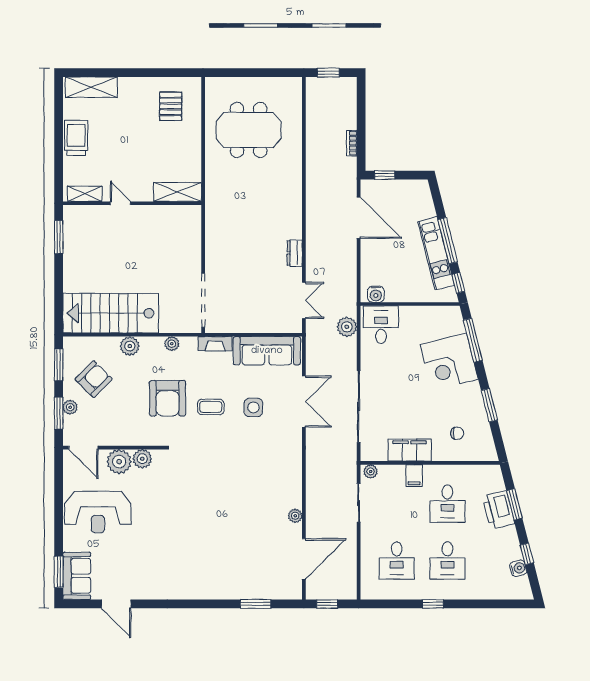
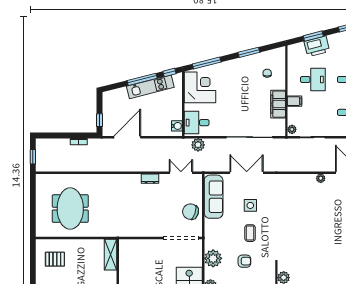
chair: (244, 315) -> (190, 212), added
plant: (172, 344) -> (213, 258), width x1.87, depth x1.87
fireplace: (215, 344) -> (209, 230), removed
corner desk: (449, 362) -> (200, 87), moved, turned -76
armchair: (168, 398) -> (244, 261), width x0.53, depth x0.53

